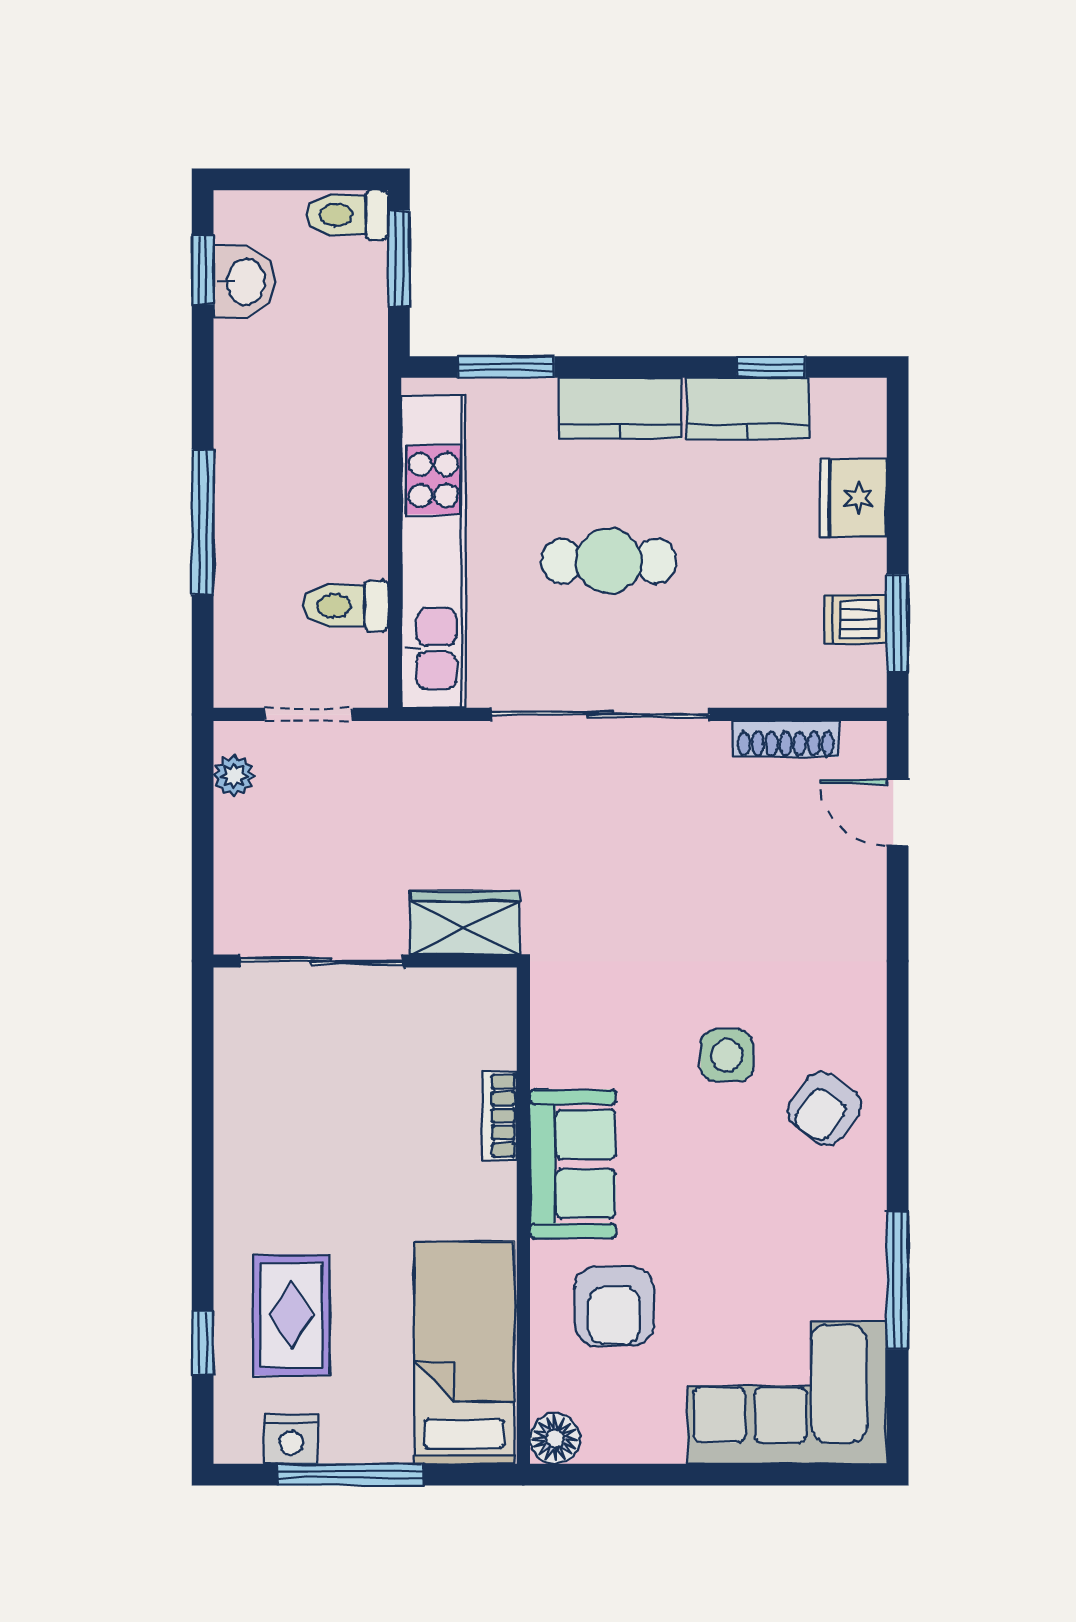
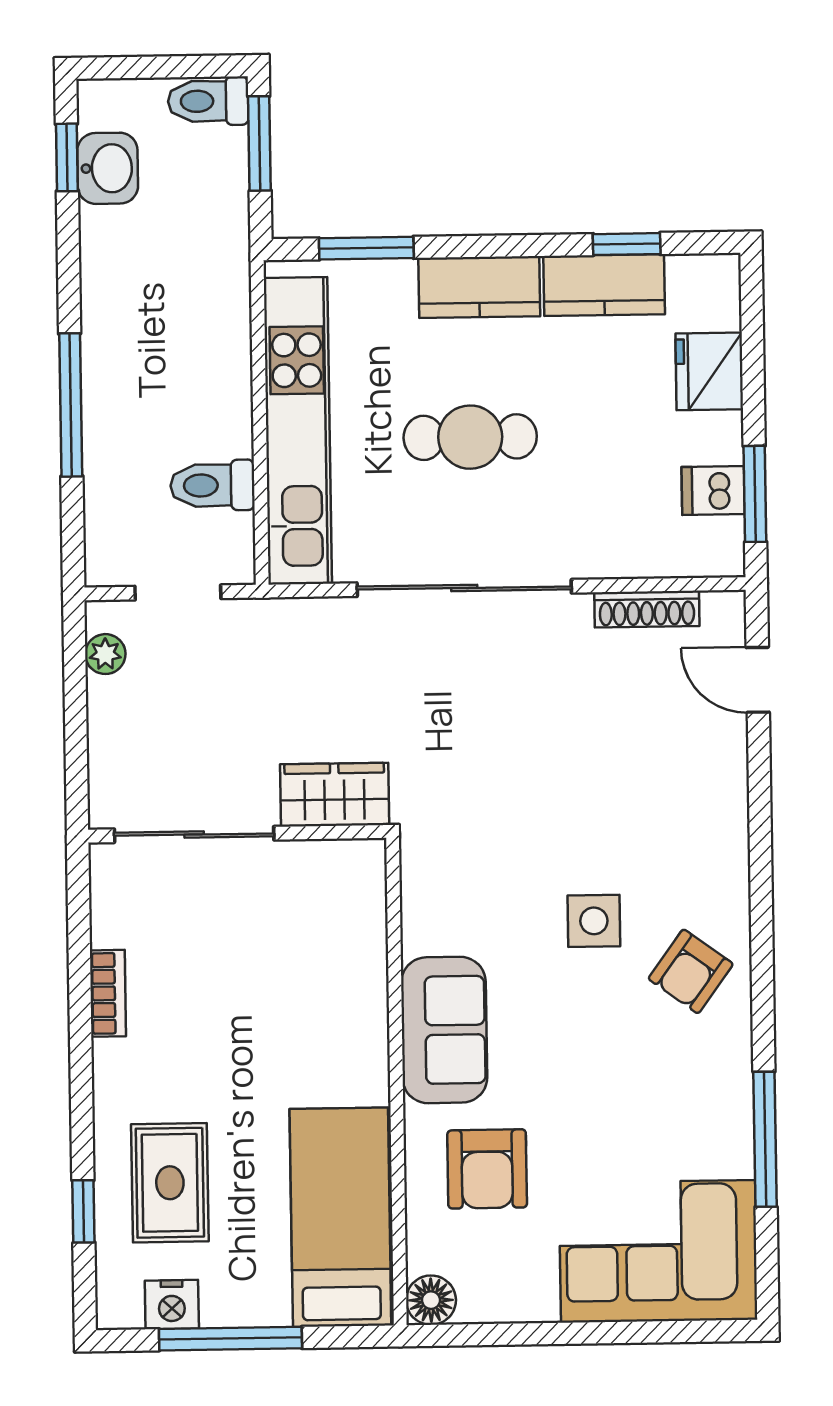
bookcase: (499, 1116) -> (108, 993), moved, turned 180

